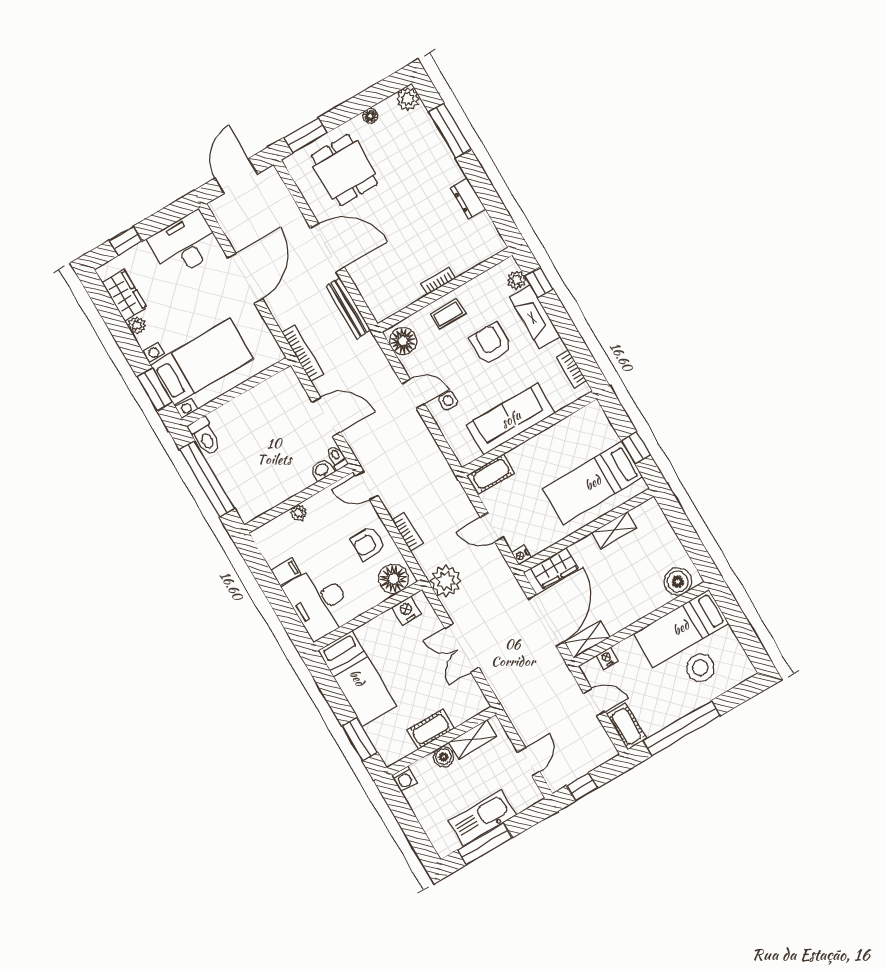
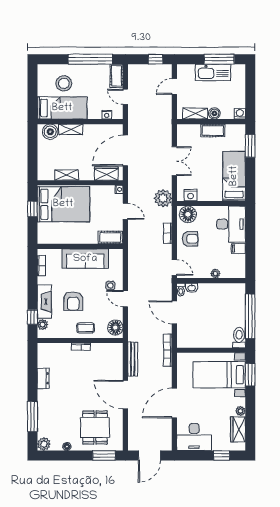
bed: (593, 483) -> (63, 204), width x1.50
shelving: (587, 640) -> (71, 129), moved

